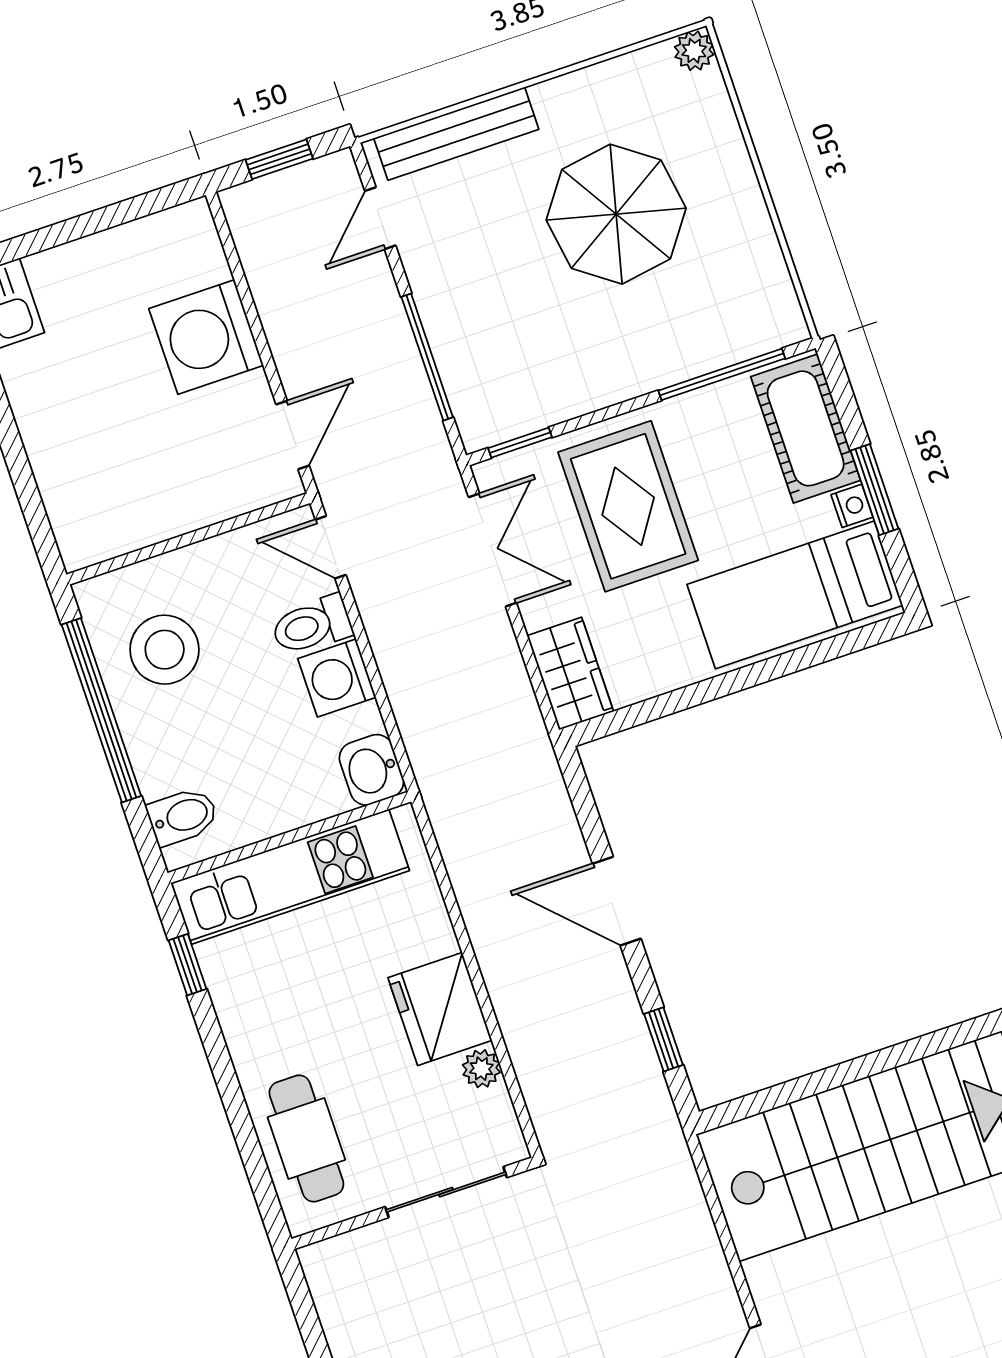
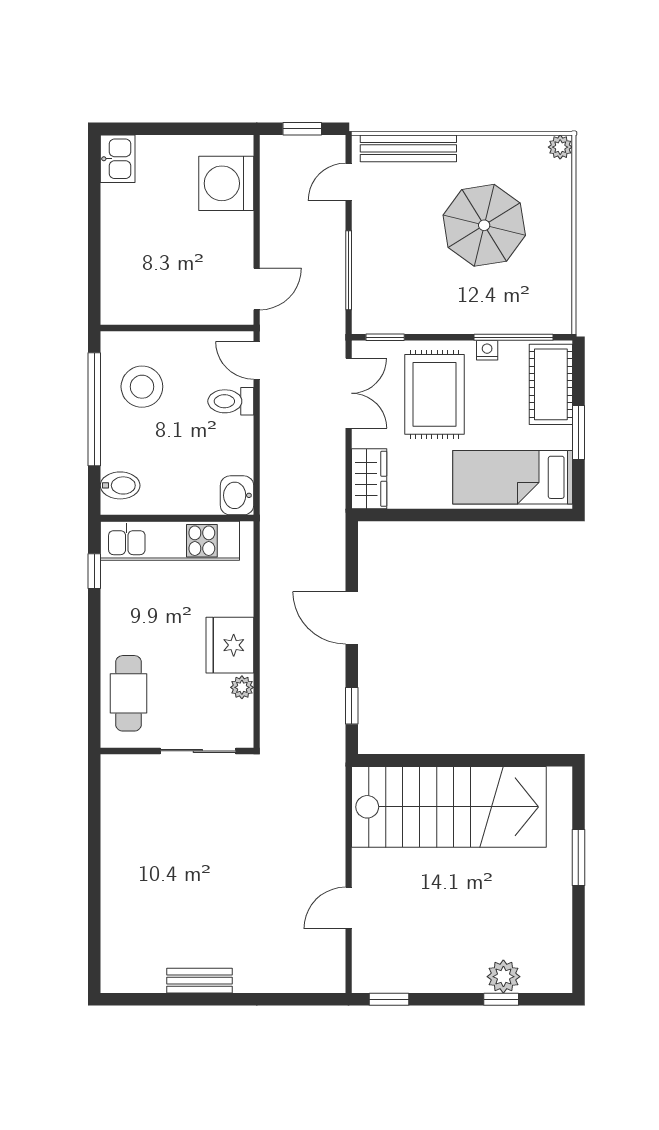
washing machine: (206, 337) -> (226, 183), moved
nightstand: (852, 506) -> (487, 350), moved, turned -90
washing machine: (337, 678) -> (235, 436), removed

